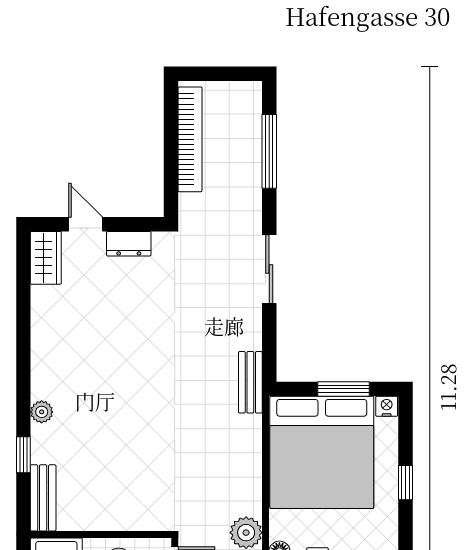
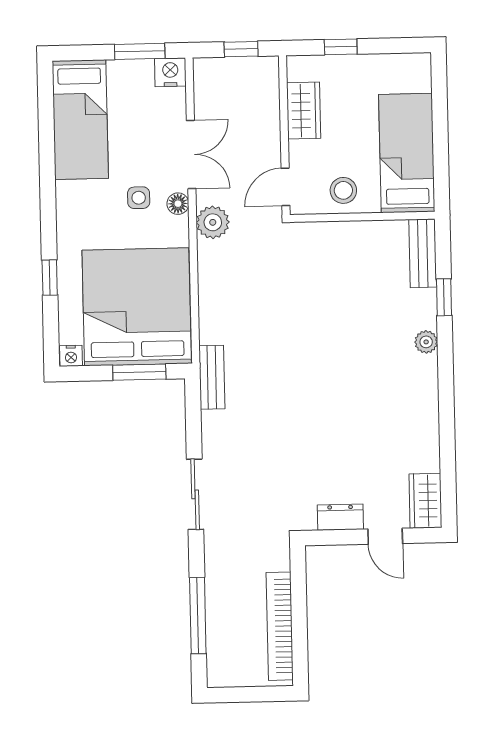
window: (344, 389) -> (139, 372), moved

